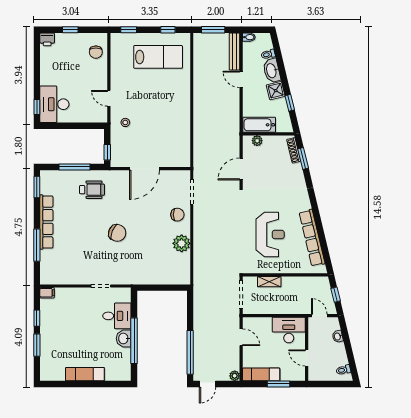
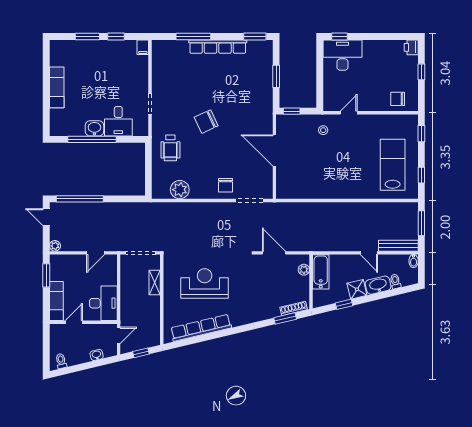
lab bench: (158, 57) -> (393, 165), turned 180
door: (241, 79) -> (369, 253), swing flipped
window: (75, 167) -> (276, 76), width x0.69
wheelchair: (92, 190) -> (170, 148), moved
chair: (117, 233) -> (206, 122), turned 43
reception desk: (270, 234) -> (205, 283), turned 180
plant: (182, 243) -> (180, 190), moved
exam couch: (261, 374) -> (56, 301), moved
window: (279, 384) -> (46, 275), moved

